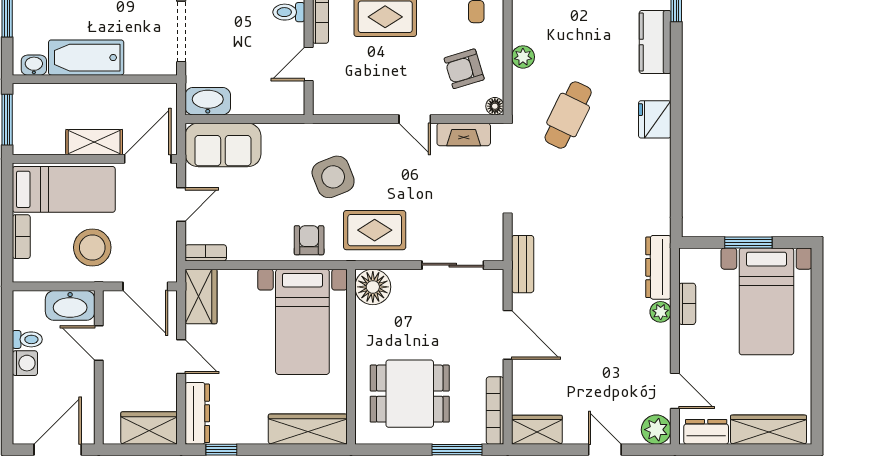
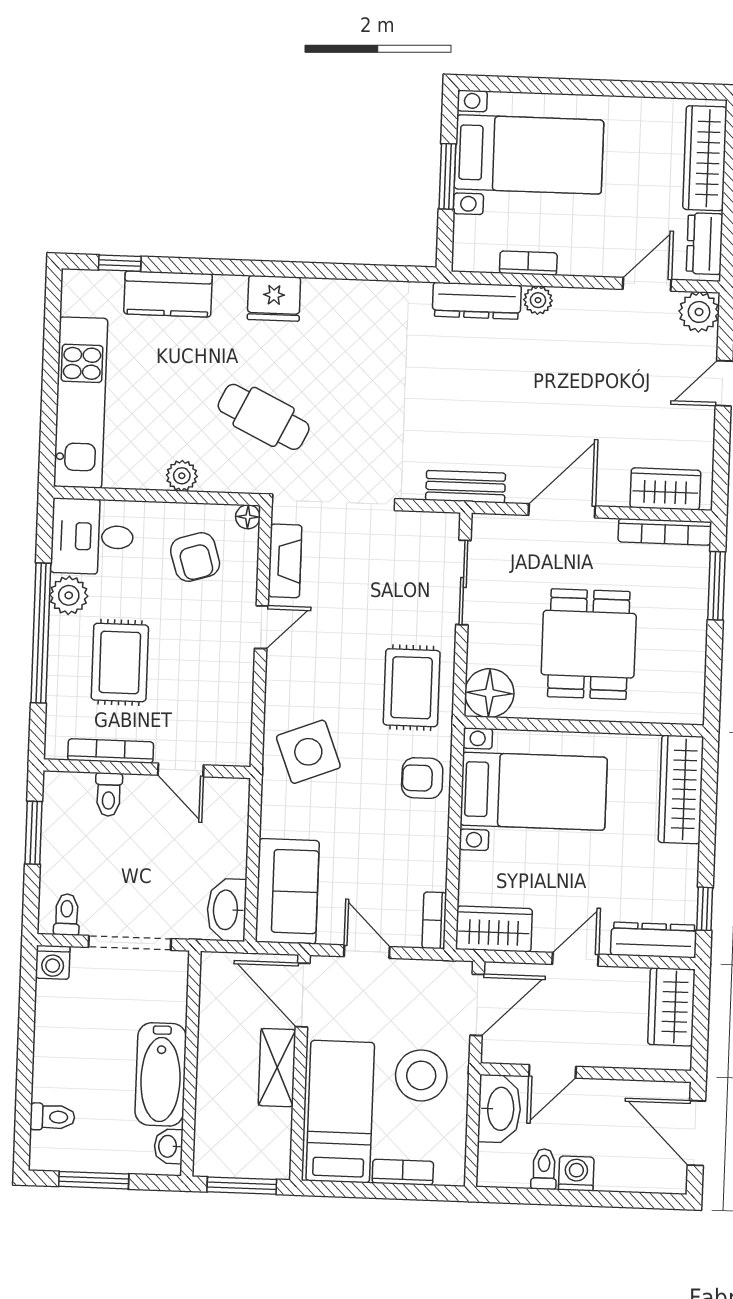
side table: (333, 177) -> (308, 752), moved
dining table: (410, 394) -> (589, 644), moved
wardrobe: (537, 430) -> (665, 489), moved, turned 90

